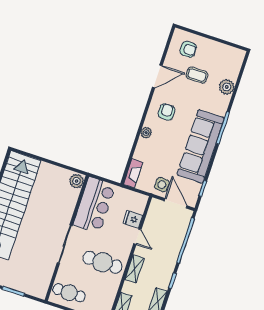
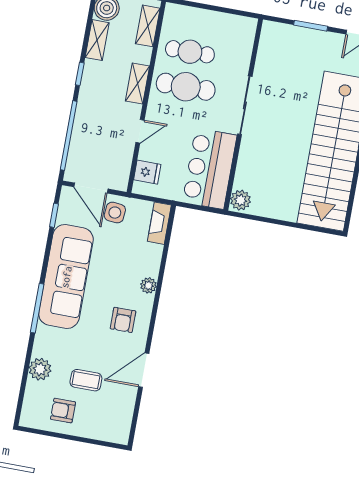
armchair: (188, 49) -> (63, 411), moved
fridge: (133, 219) -> (147, 172), moved
door: (137, 237) -> (140, 131), swing flipped
cafe table: (69, 293) -> (190, 52), moved

